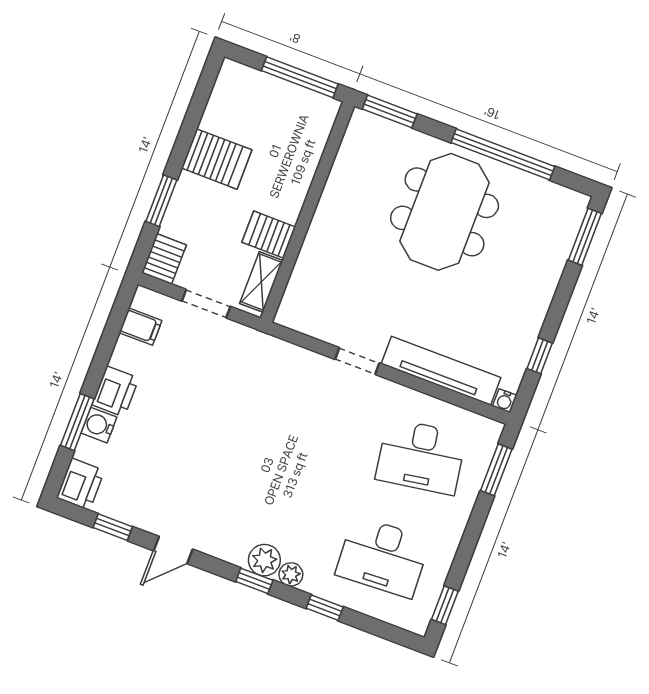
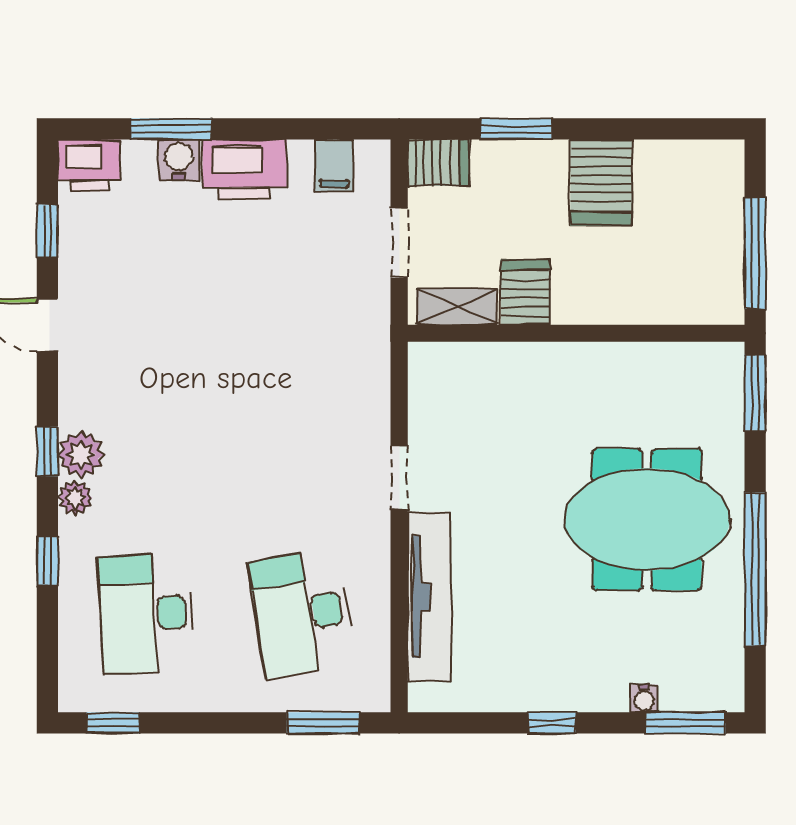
window: (540, 356) -> (552, 723), moved
printer: (115, 391) -> (245, 170), width x1.37, depth x1.19
water cooler: (505, 401) -> (644, 698), moved, turned -90

